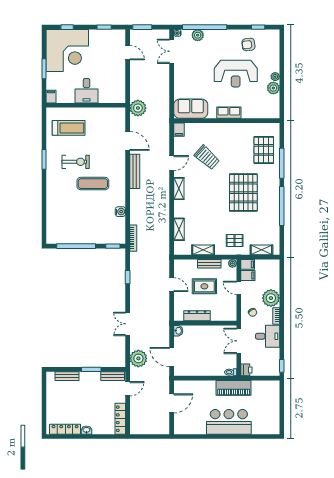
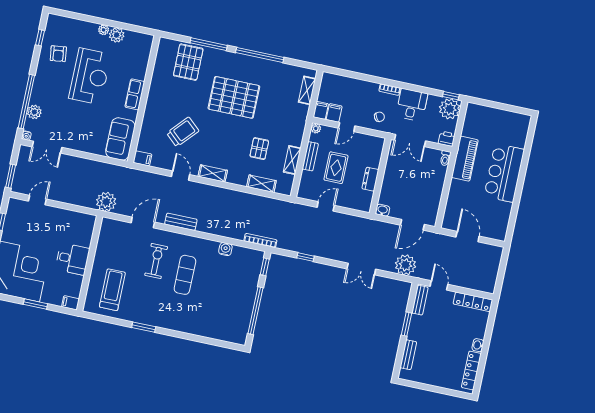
pallet: (264, 150) -> (188, 62), turned 90
exercise bike: (76, 162) -> (156, 261), moved
bench: (135, 171) -> (181, 222), width x0.73
pallet: (235, 241) -> (259, 149), moved
plant: (271, 298) -> (450, 109), moved
dresser: (197, 316) -> (370, 179), width x0.70

